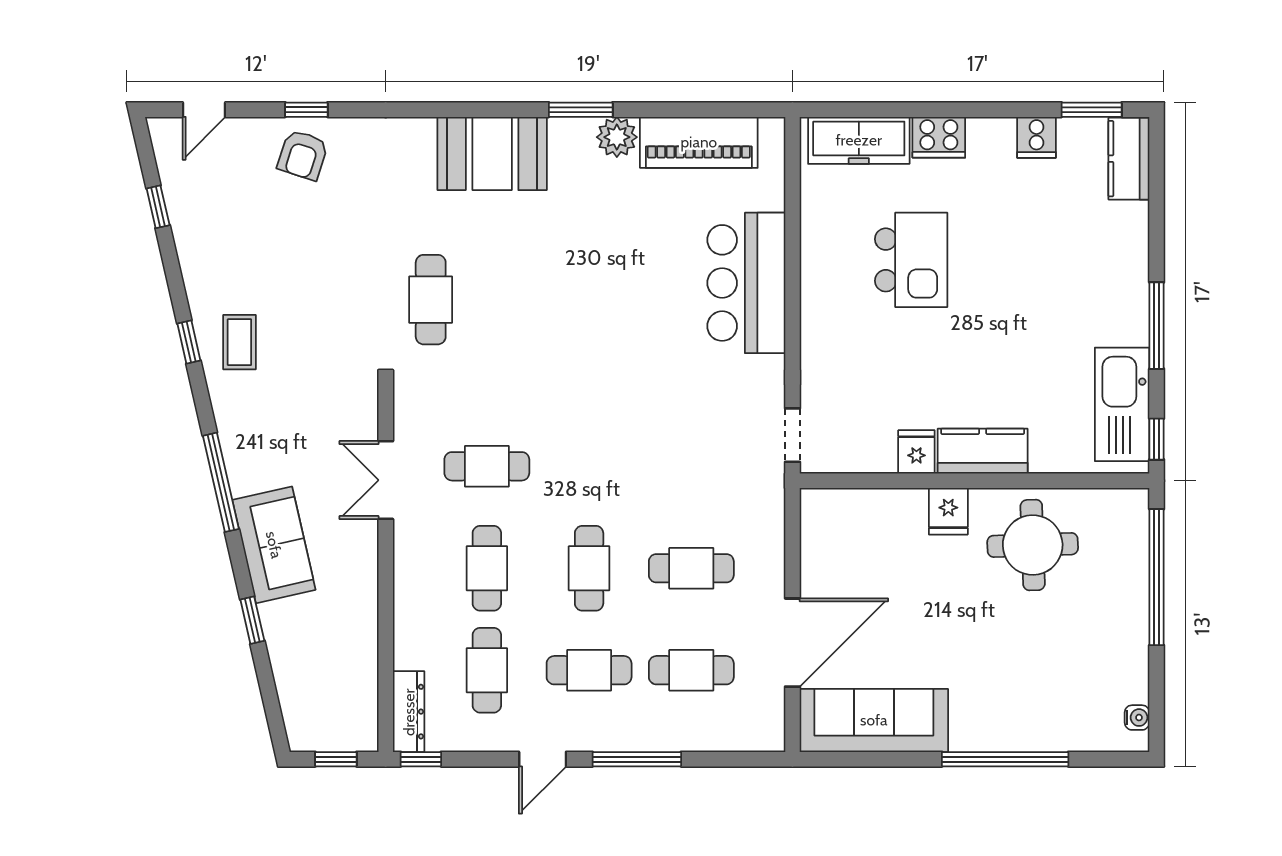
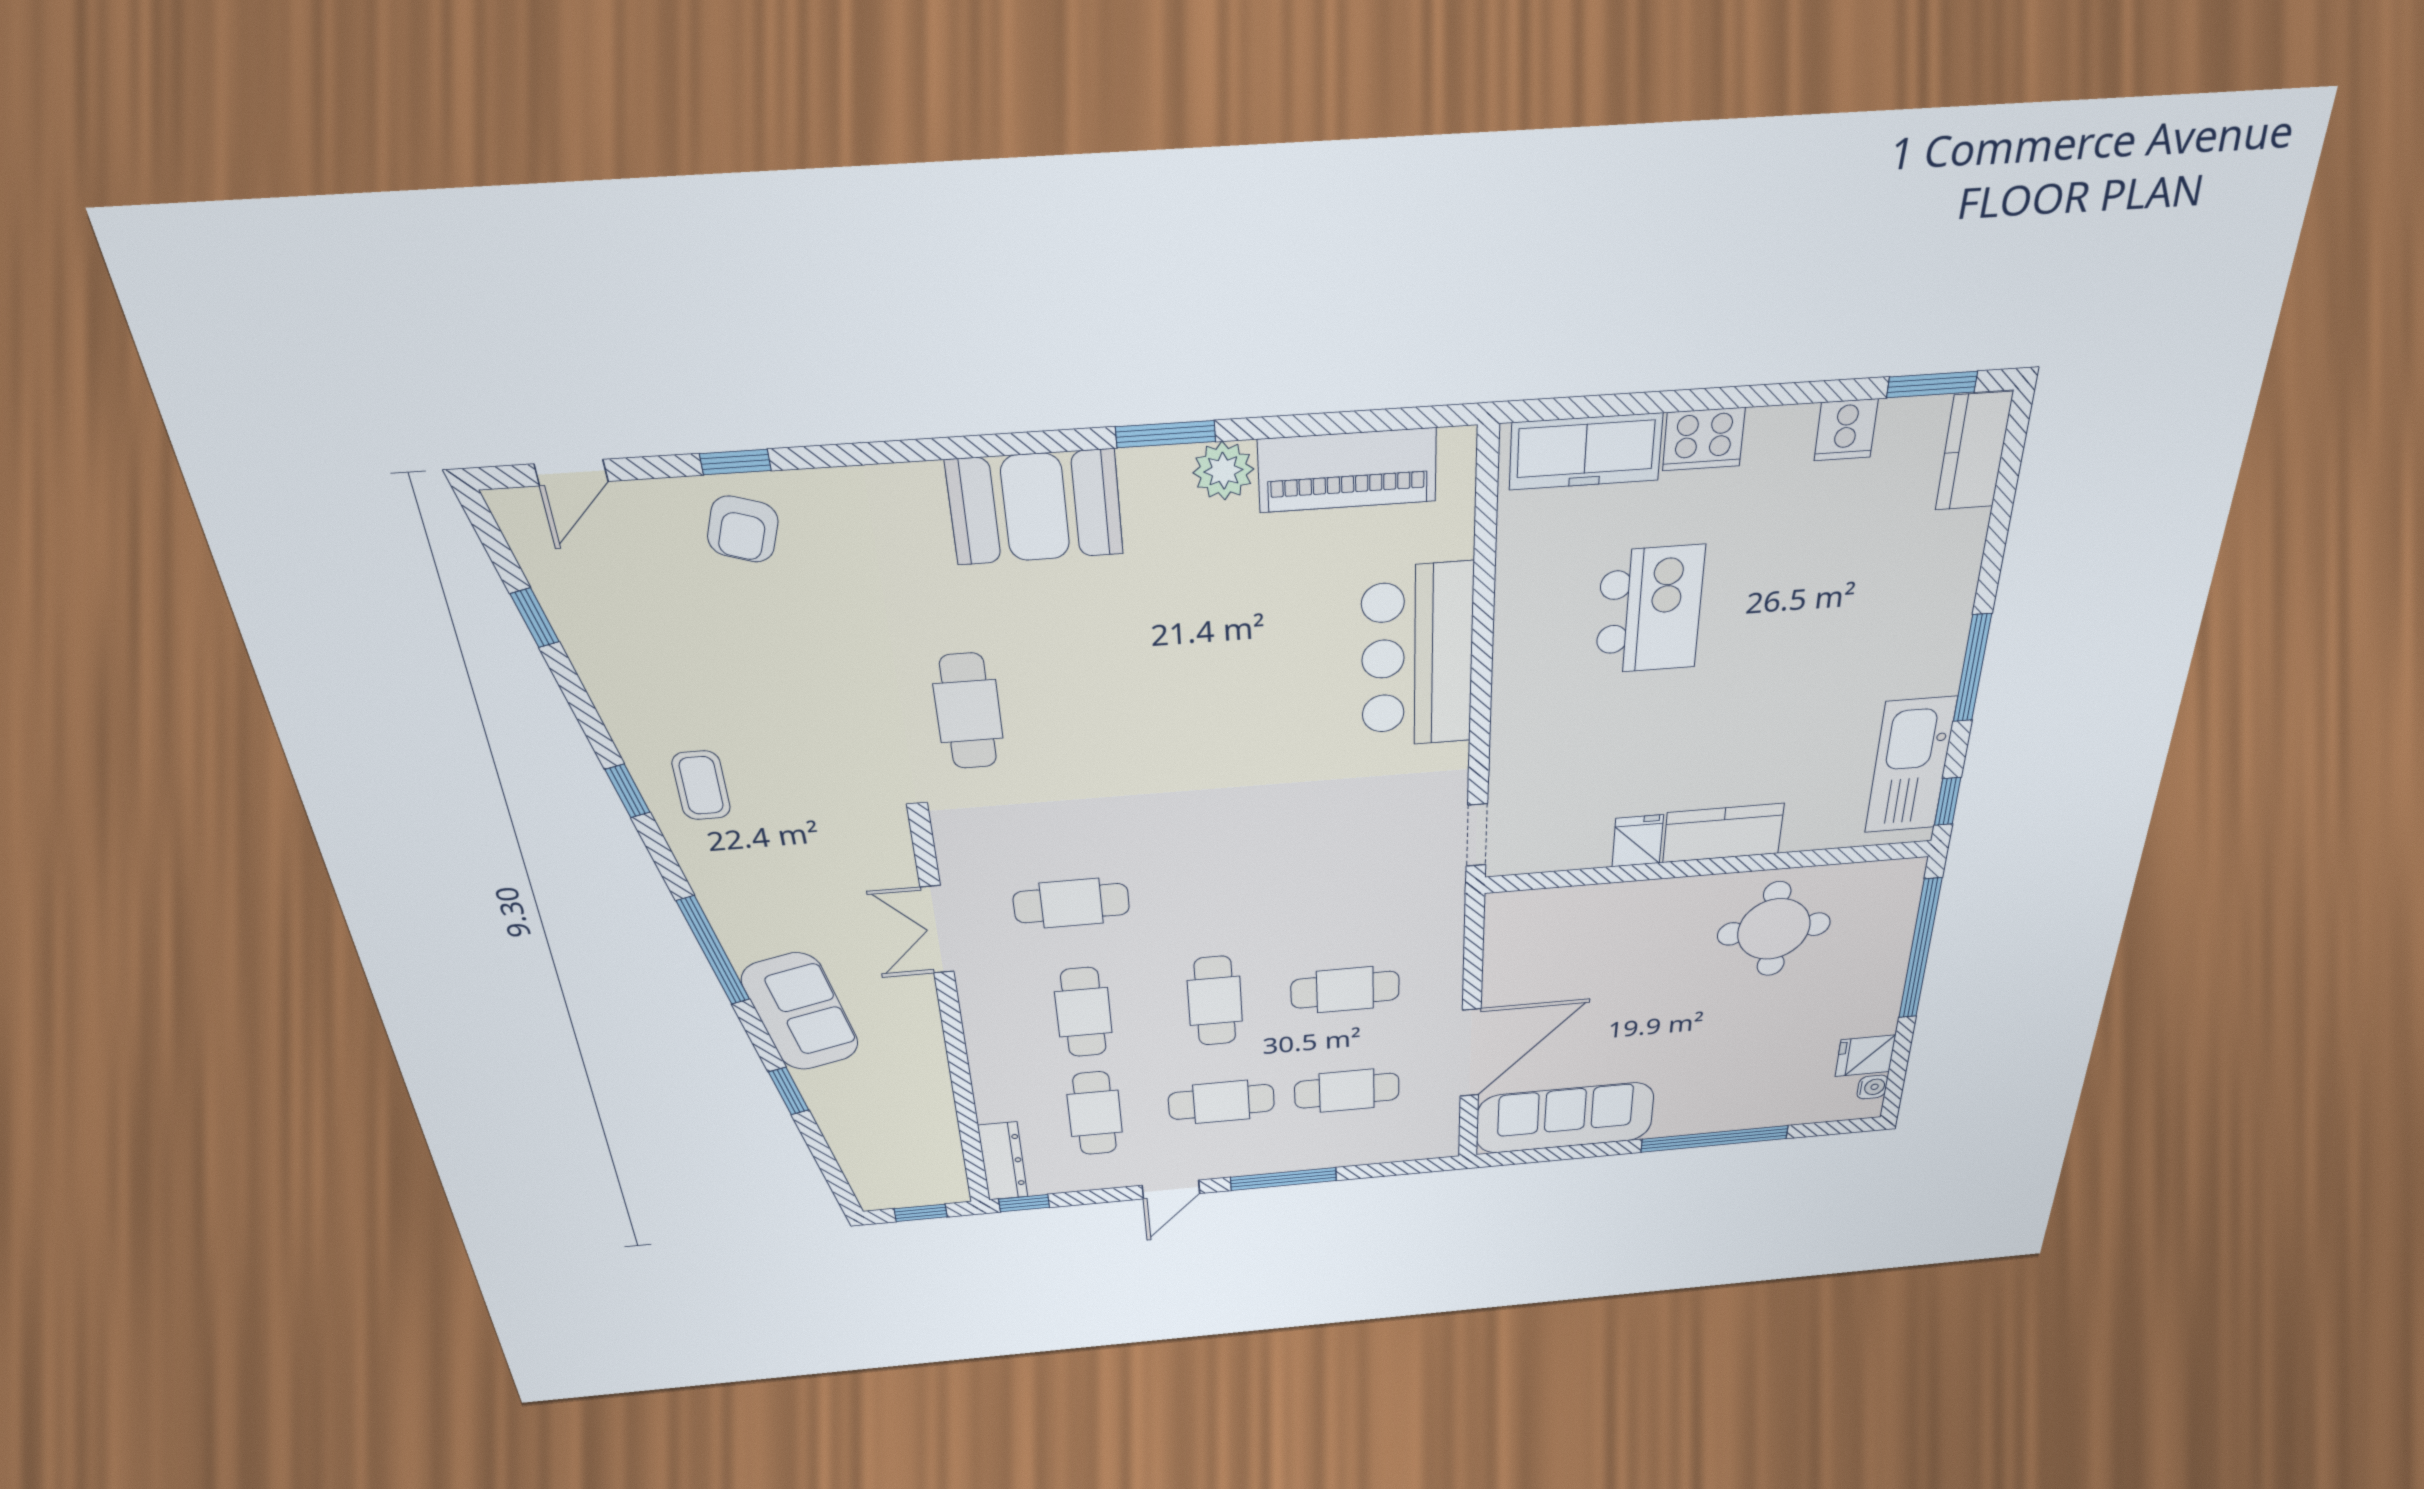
fridge: (948, 511) -> (1865, 1056), moved, turned 90

